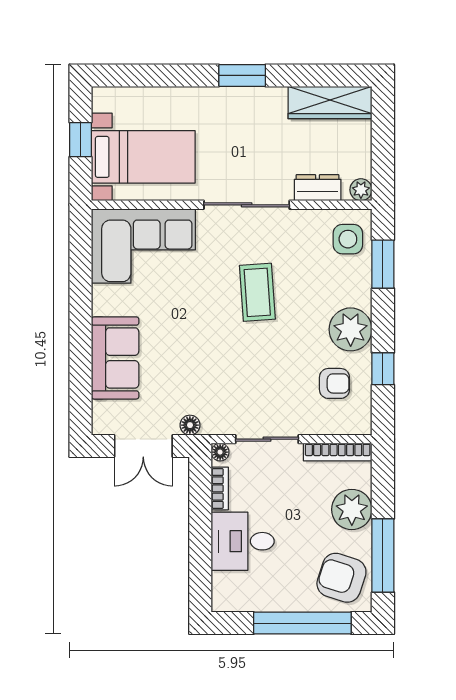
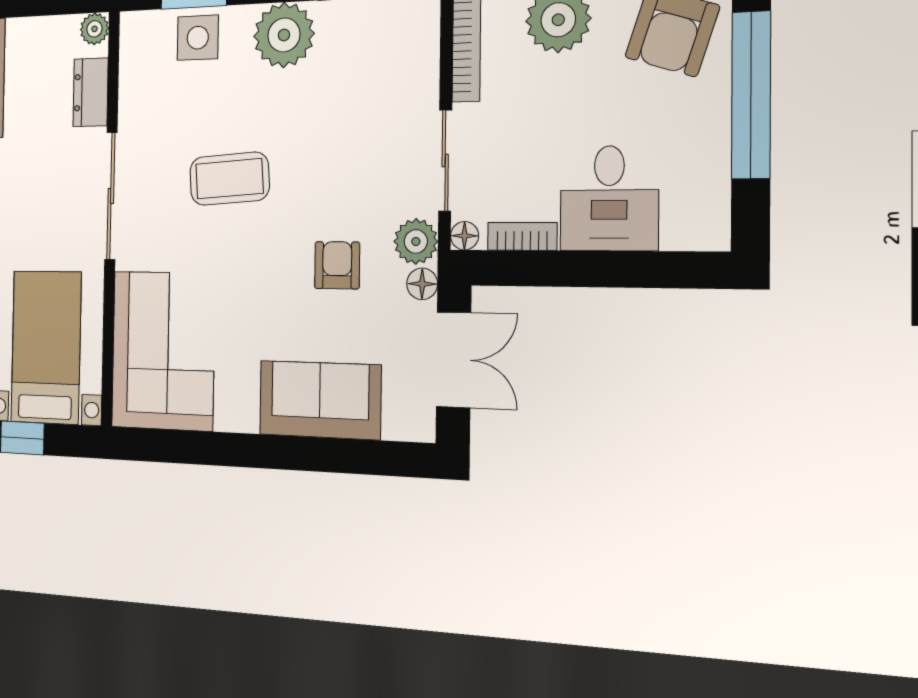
side table: (348, 239) -> (198, 38), moved
armchair: (334, 383) -> (337, 265), moved
plant: (216, 421) -> (416, 241), added

